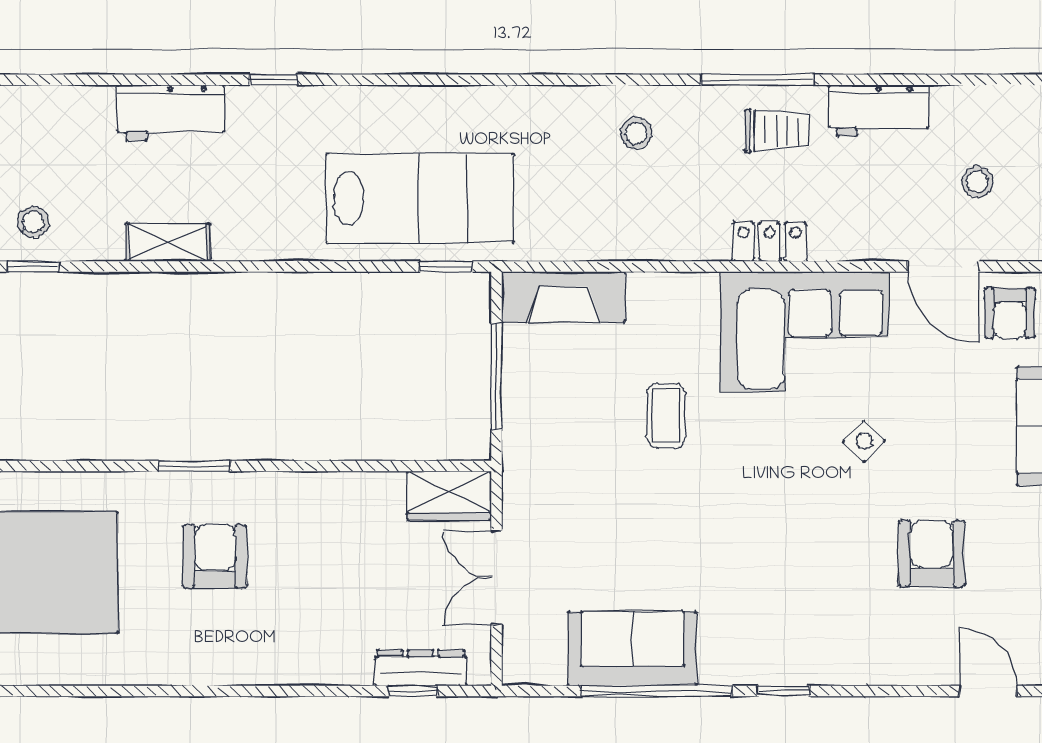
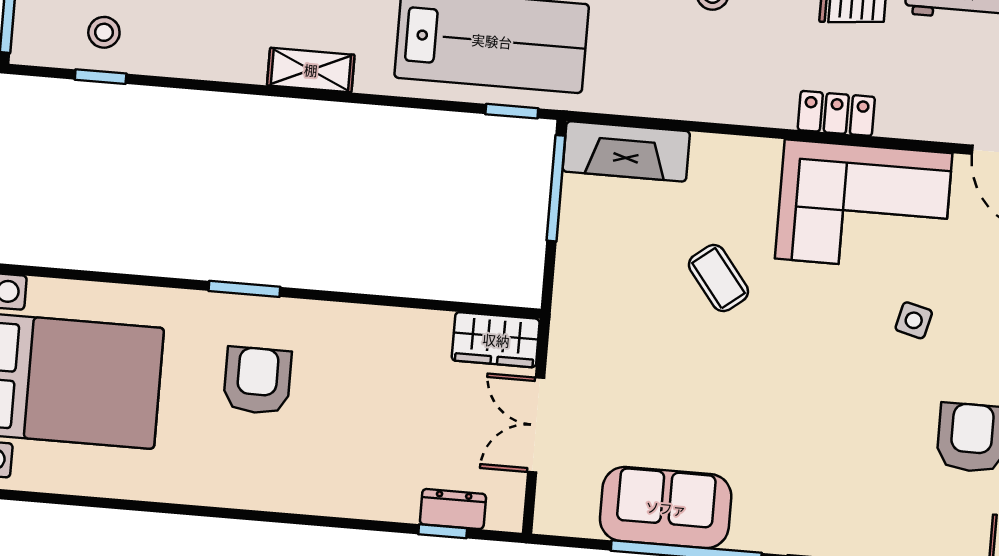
shelving: (168, 242) -> (311, 70), moved
window: (496, 376) -> (556, 188), moved
coffee table: (666, 416) -> (718, 278), turned -38
side table: (864, 441) -> (914, 320), turned -30
dresser: (421, 668) -> (453, 509), width x0.70

